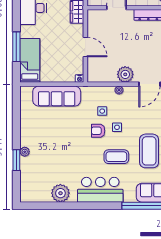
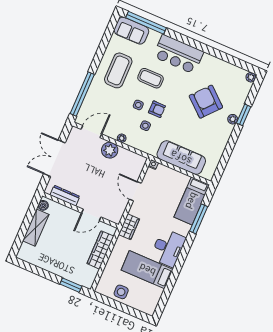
armchair: (56, 157) -> (206, 102), added
plant: (60, 193) -> (251, 77), moved, width x0.53, depth x0.53

